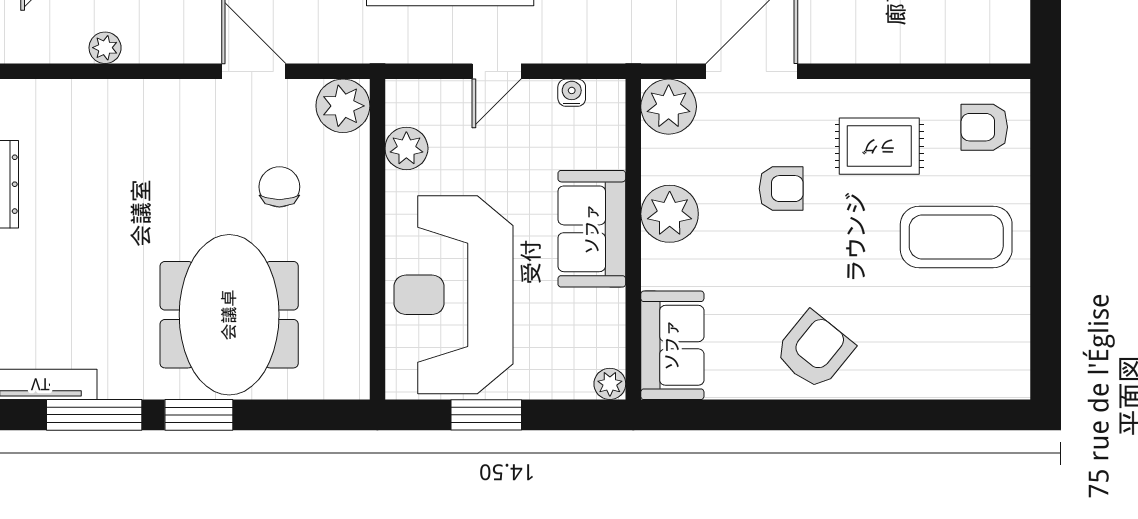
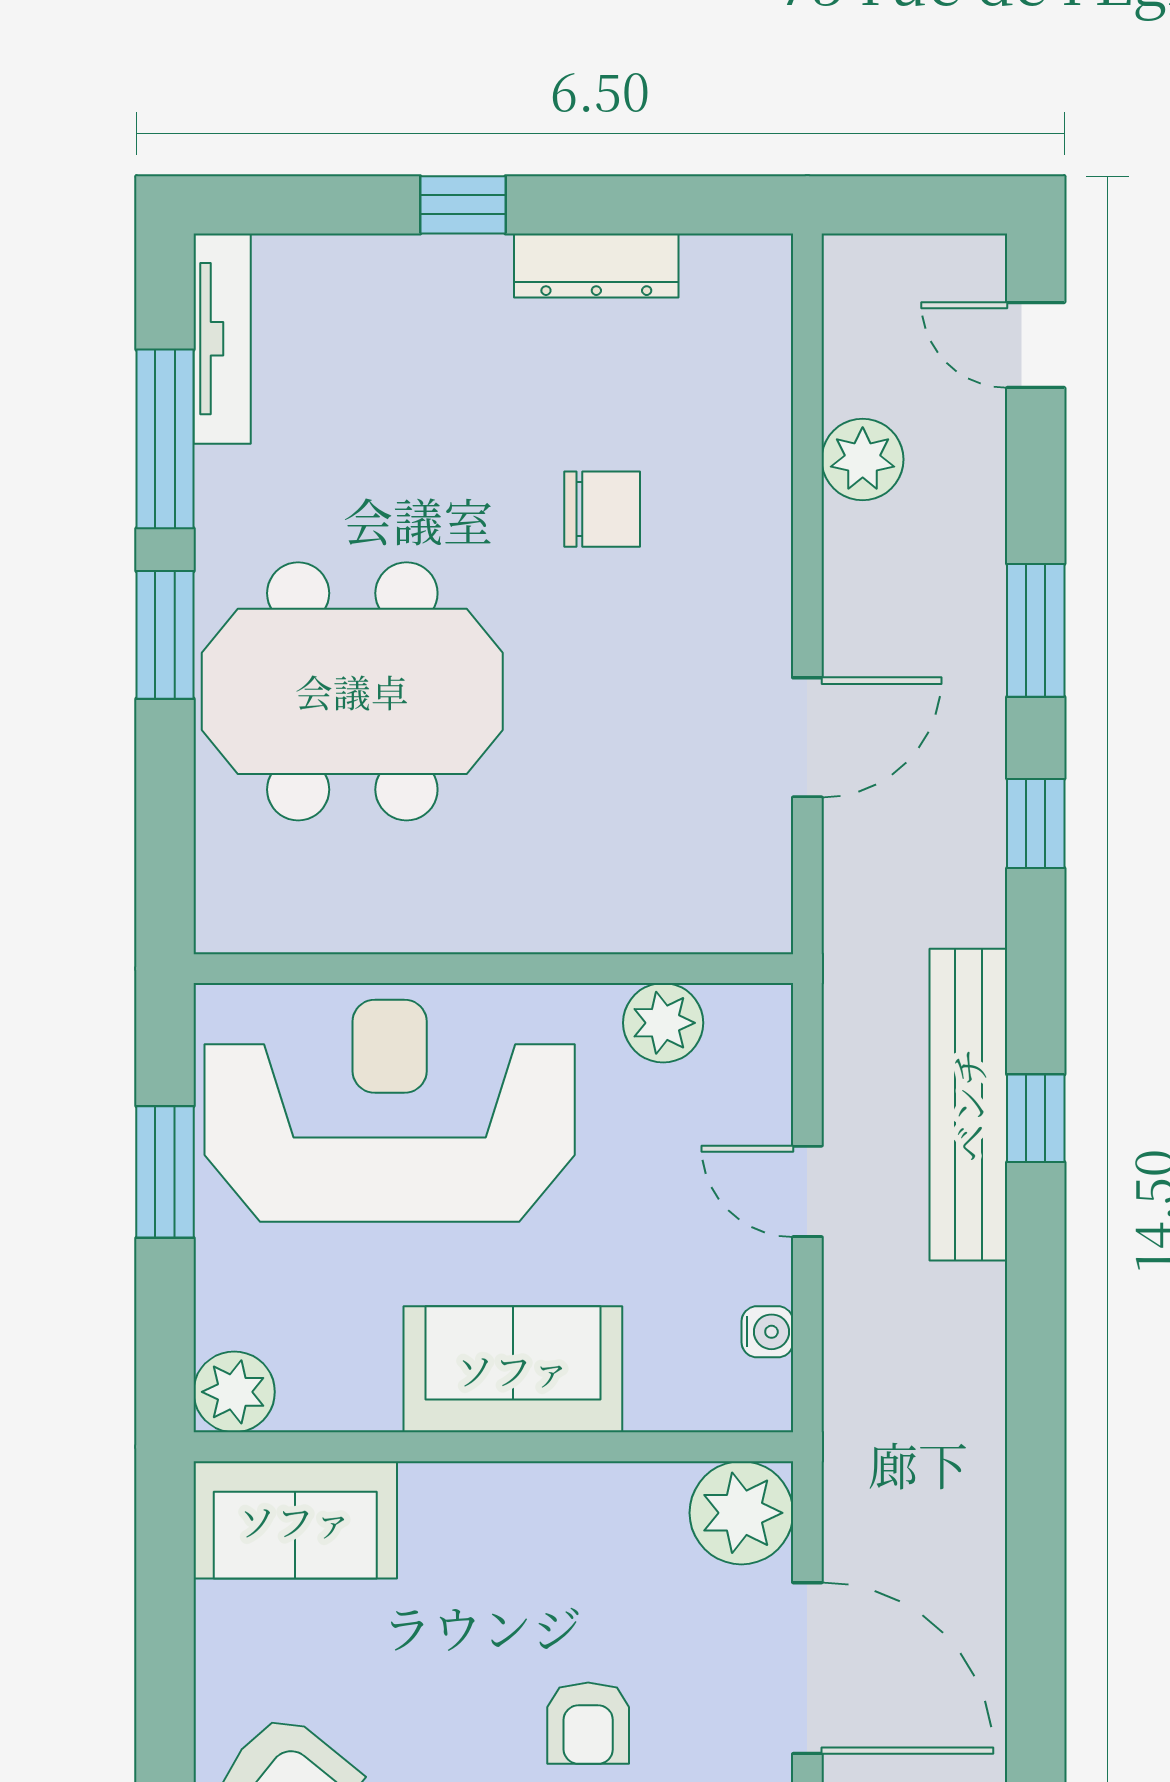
plant: (105, 48) -> (863, 459), width x1.38, depth x1.38
plant: (343, 106) -> (743, 904), removed
chair: (279, 187) -> (602, 509), moved
plant: (670, 214) -> (541, 1515), removed
plant: (610, 384) -> (234, 1392), width x1.38, depth x1.38

